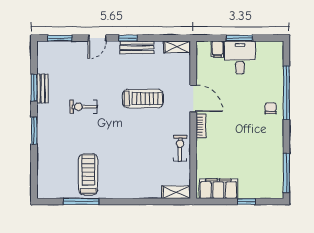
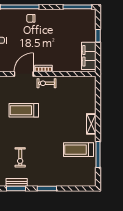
treadmill: (143, 99) -> (24, 110), turned -90
exercise bike: (83, 107) -> (20, 157), moved
exercise bike: (180, 148) -> (46, 83), moved
shelving: (176, 192) -> (91, 124), moved

